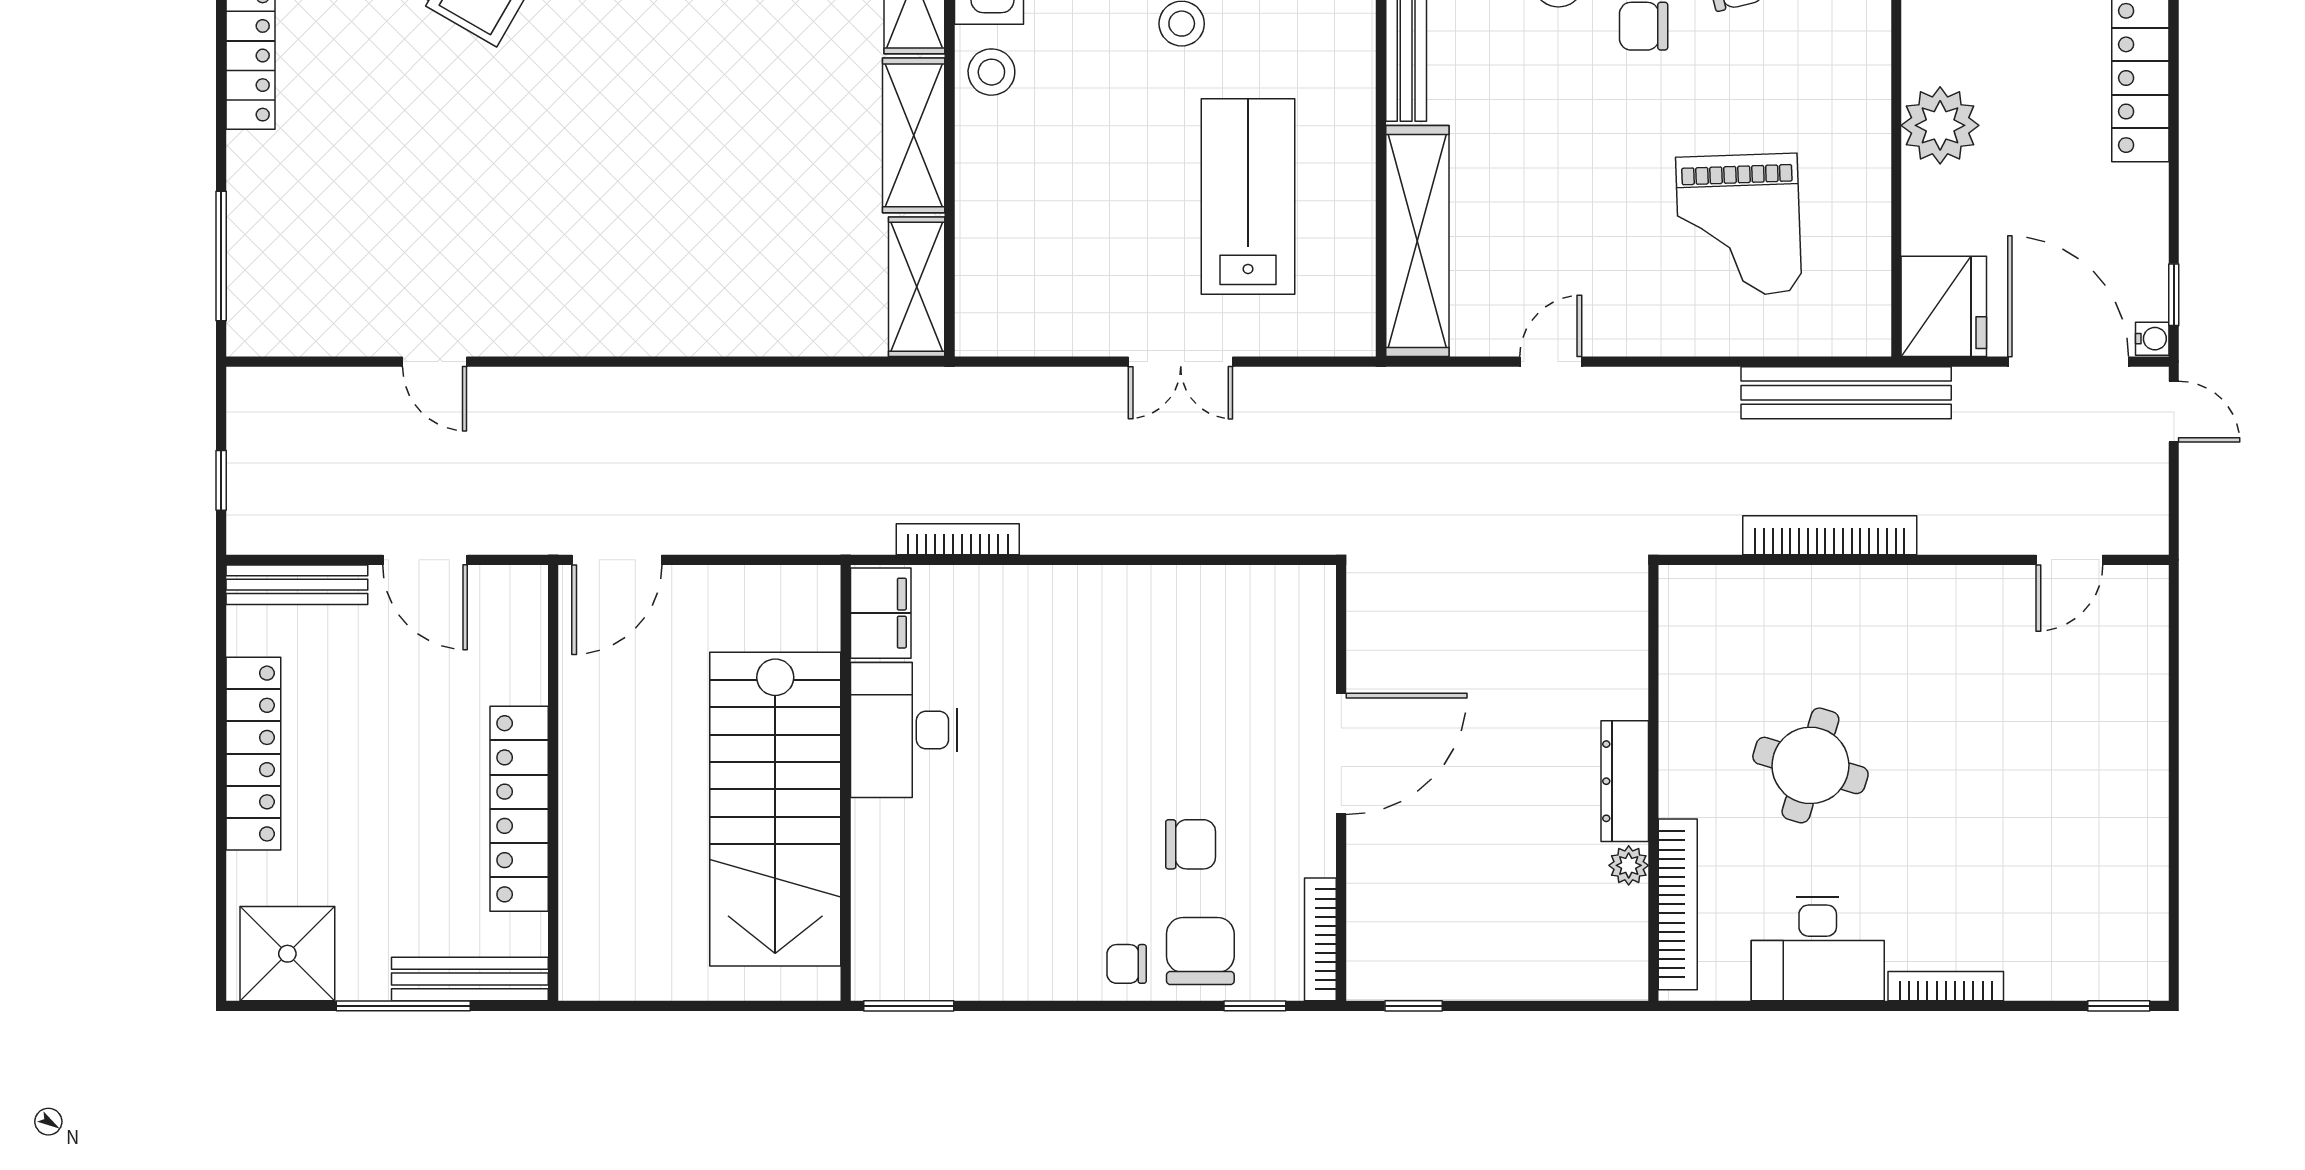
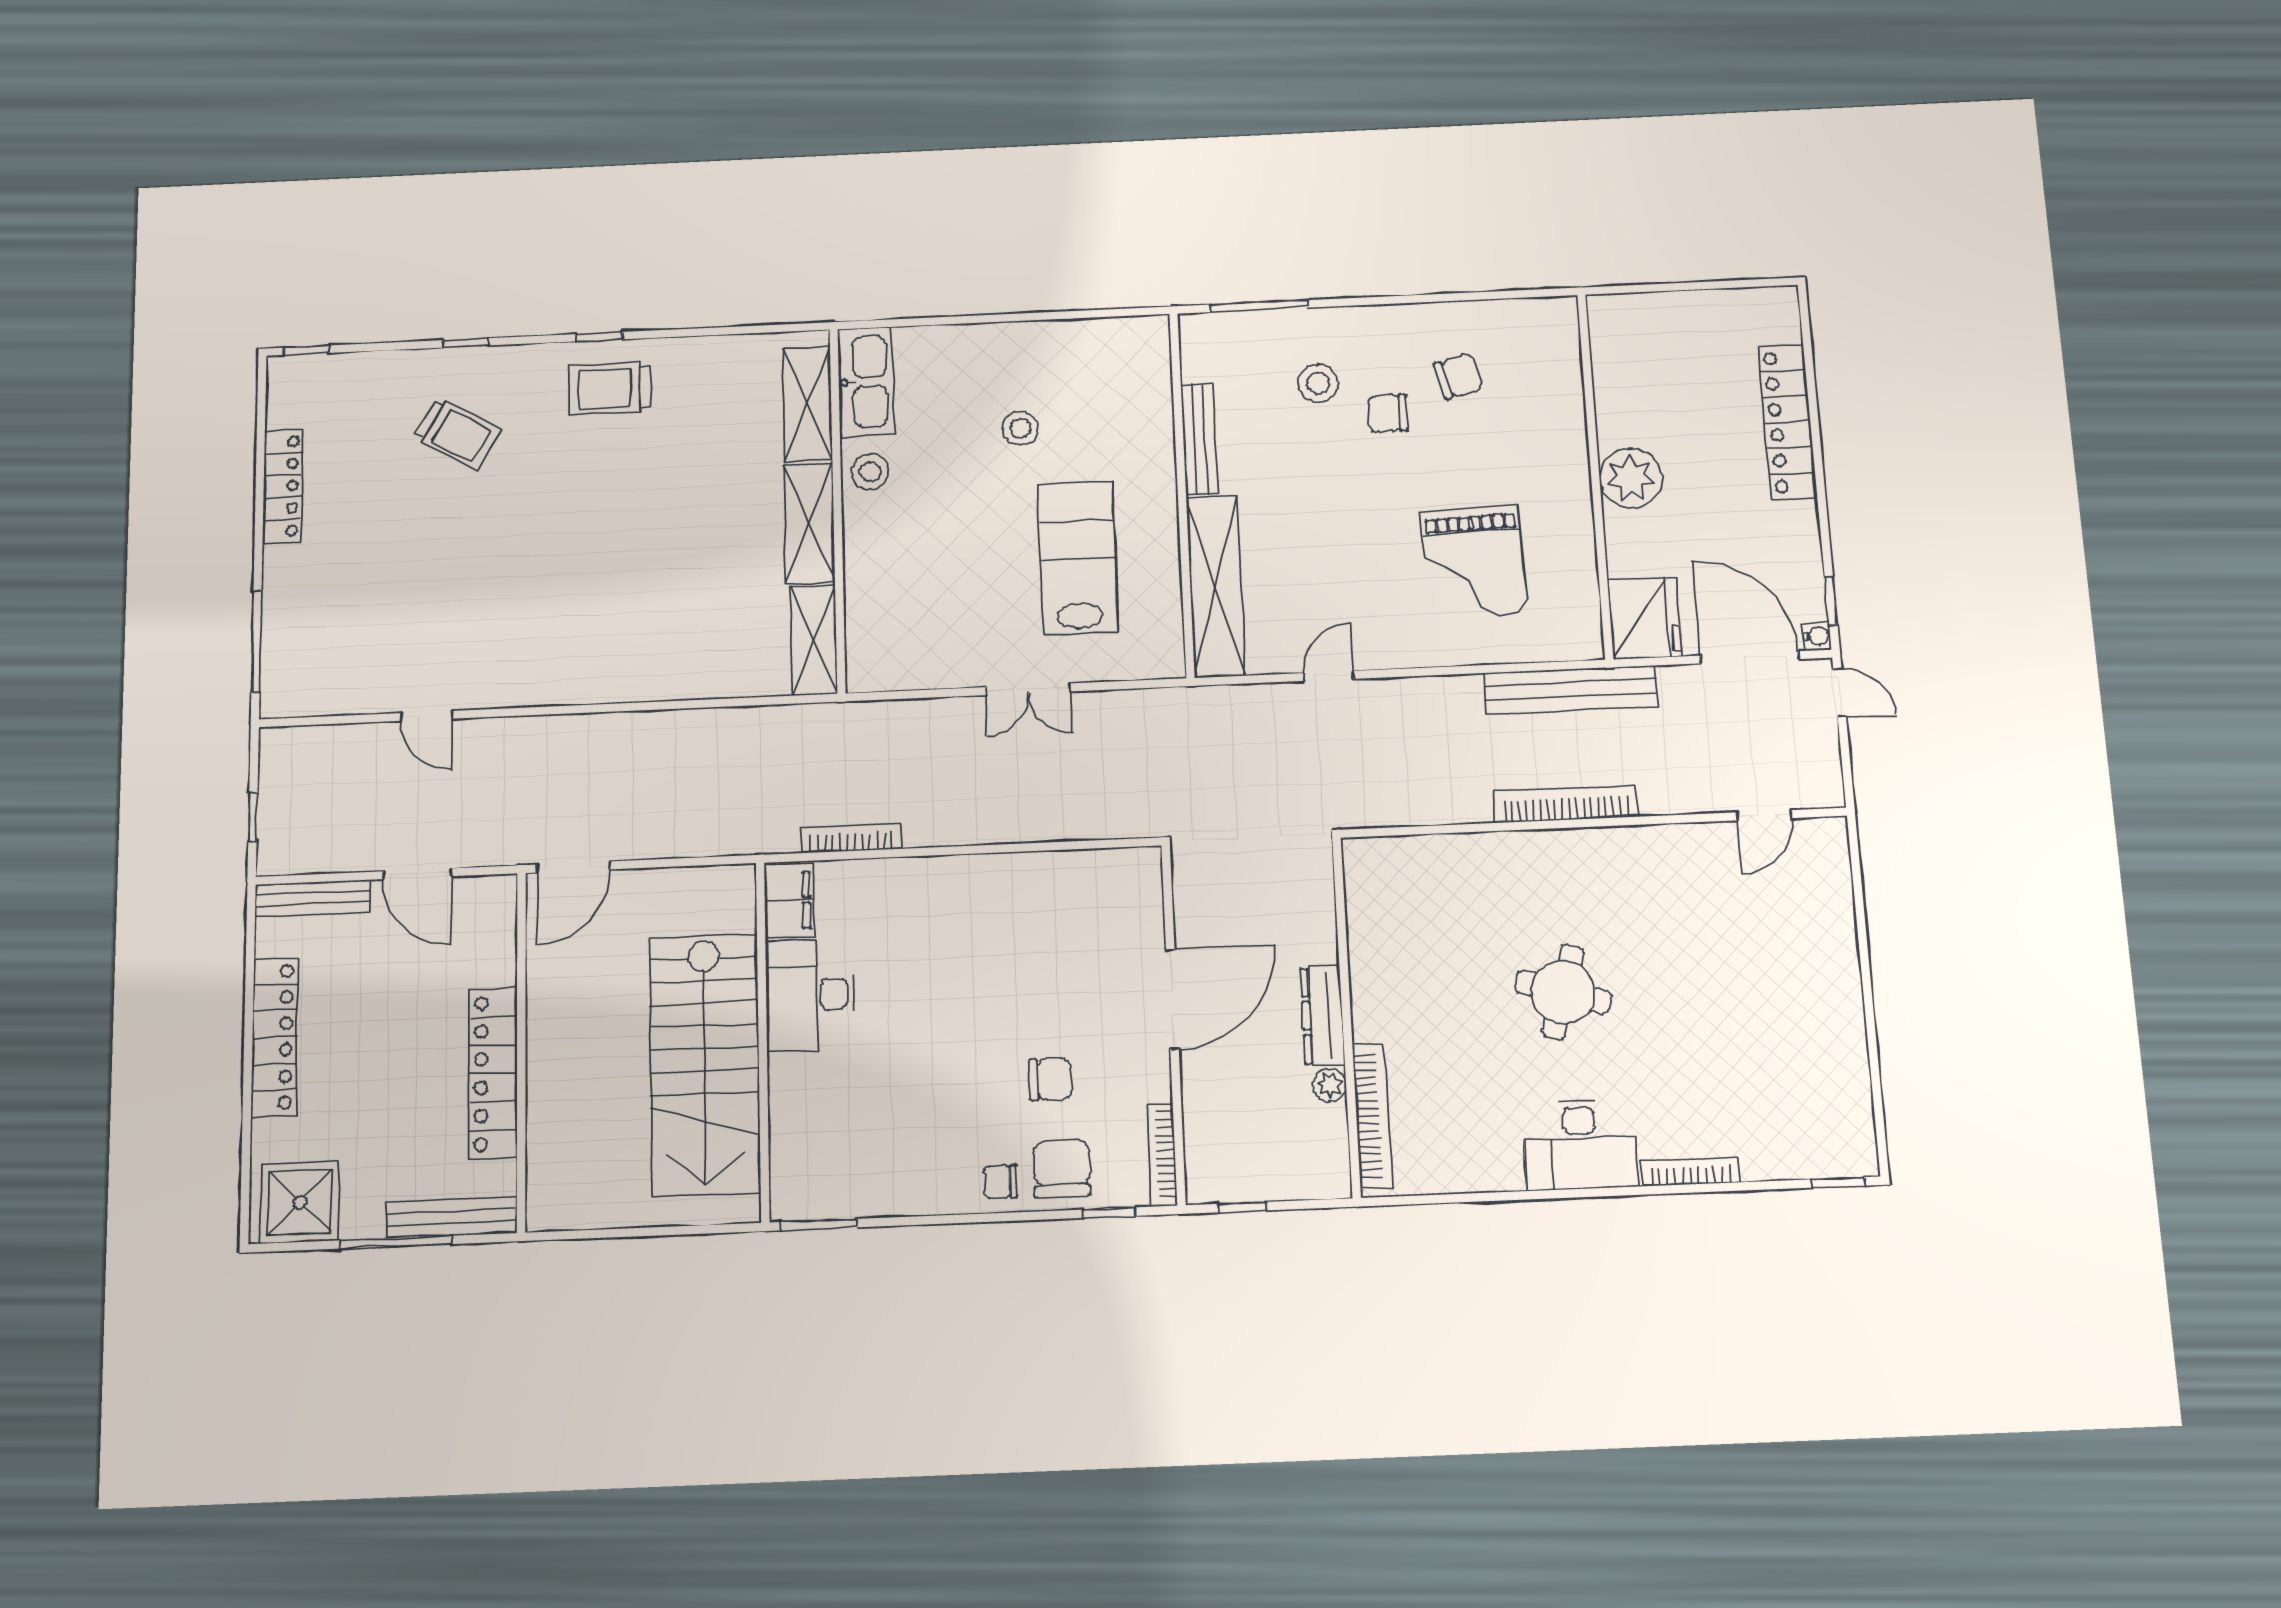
dresser: (1625, 781) -> (1323, 1015), moved
wall: (1653, 783) -> (1346, 1016), moved
plant: (1629, 865) -> (1330, 1085), moved
bookcase: (1678, 904) -> (1373, 1116), moved

